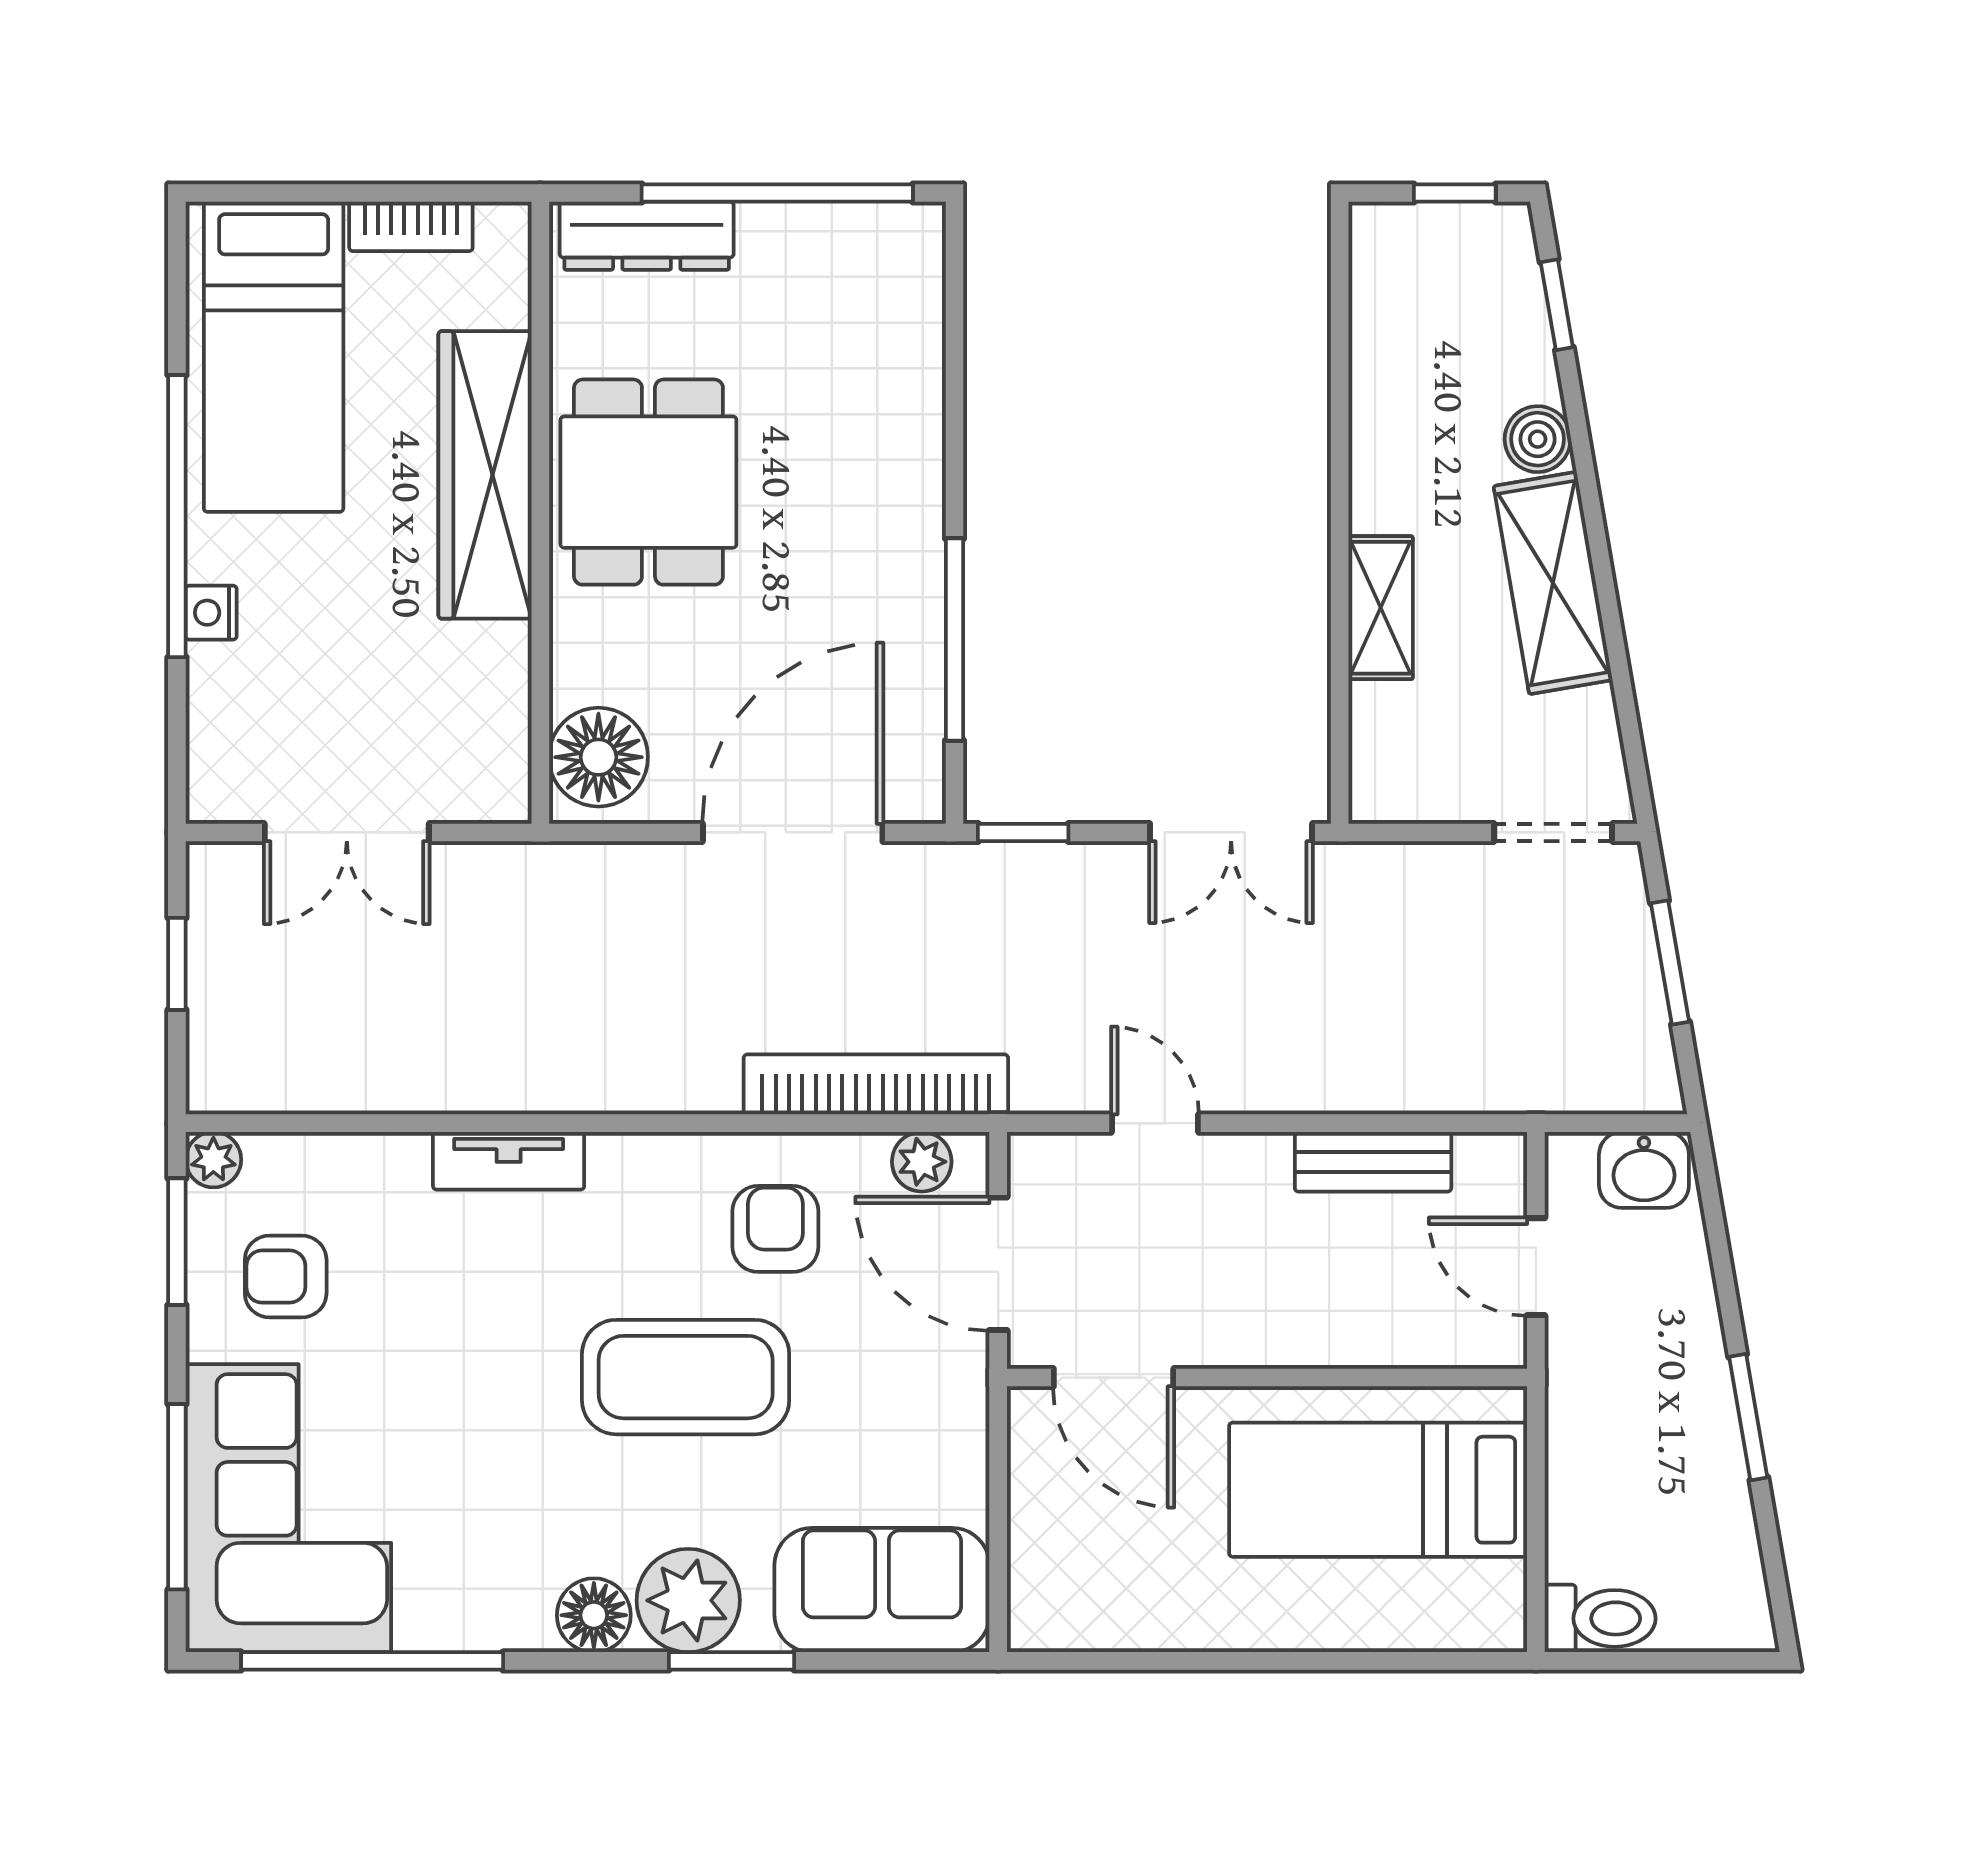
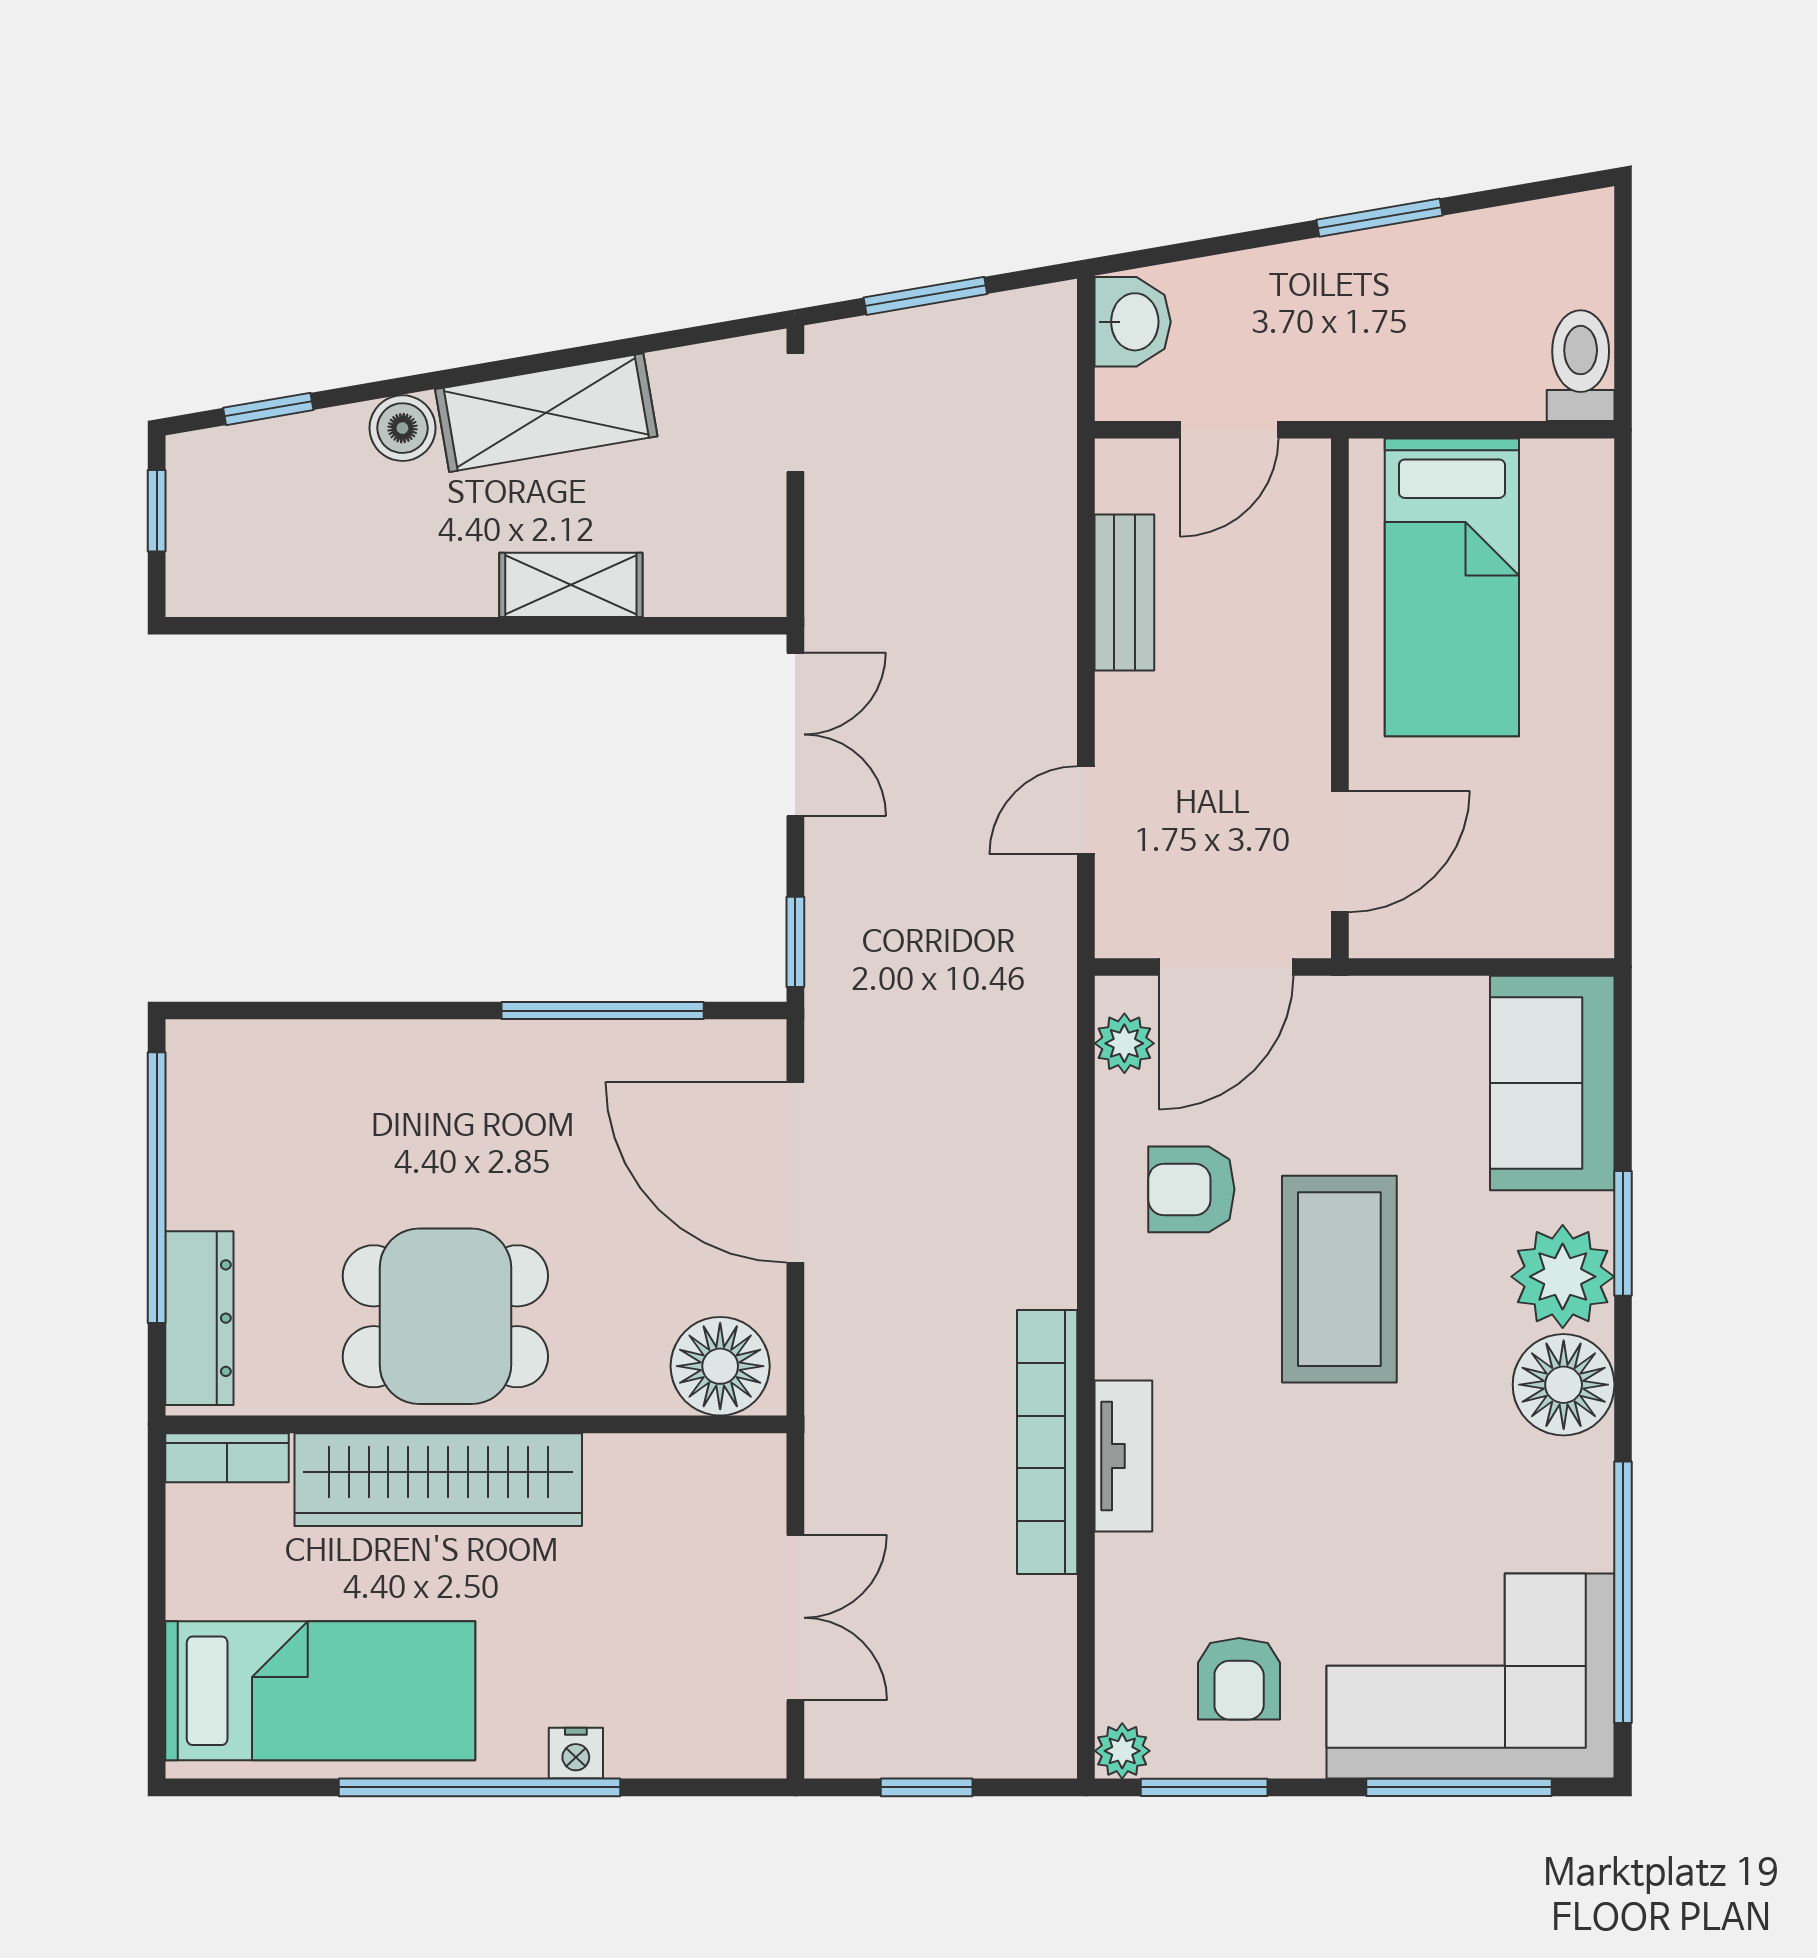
bookcase: (411, 226) -> (227, 1458), moved, turned 90
bookcase: (876, 1084) -> (1047, 1442), moved
floor lamp: (594, 1615) -> (1564, 1385), width x1.38, depth x1.38

